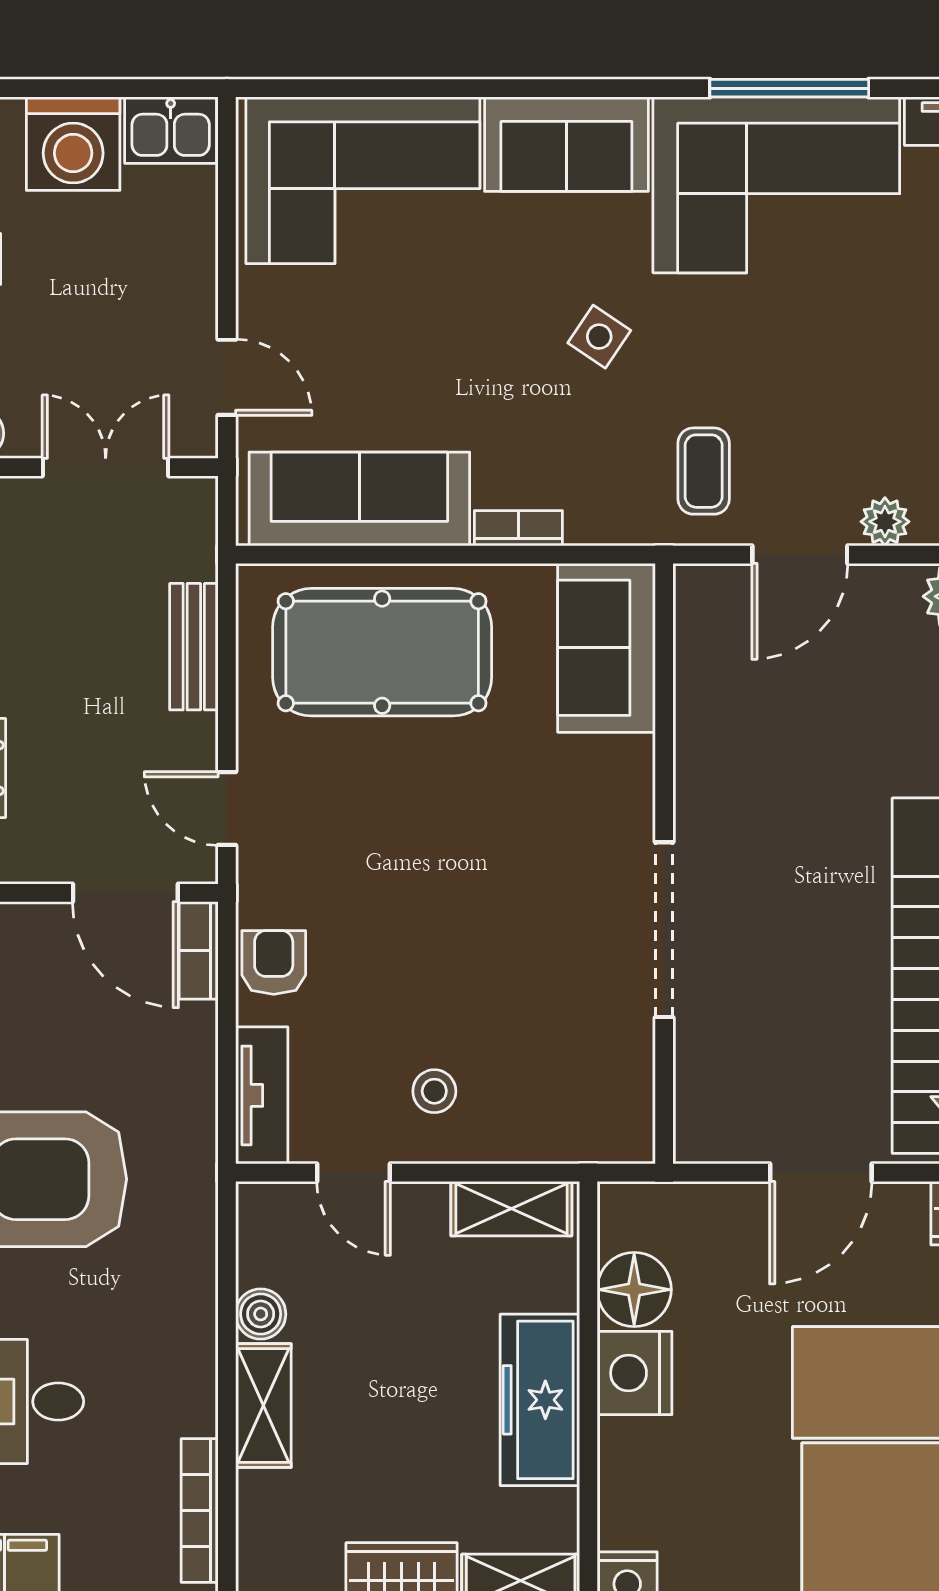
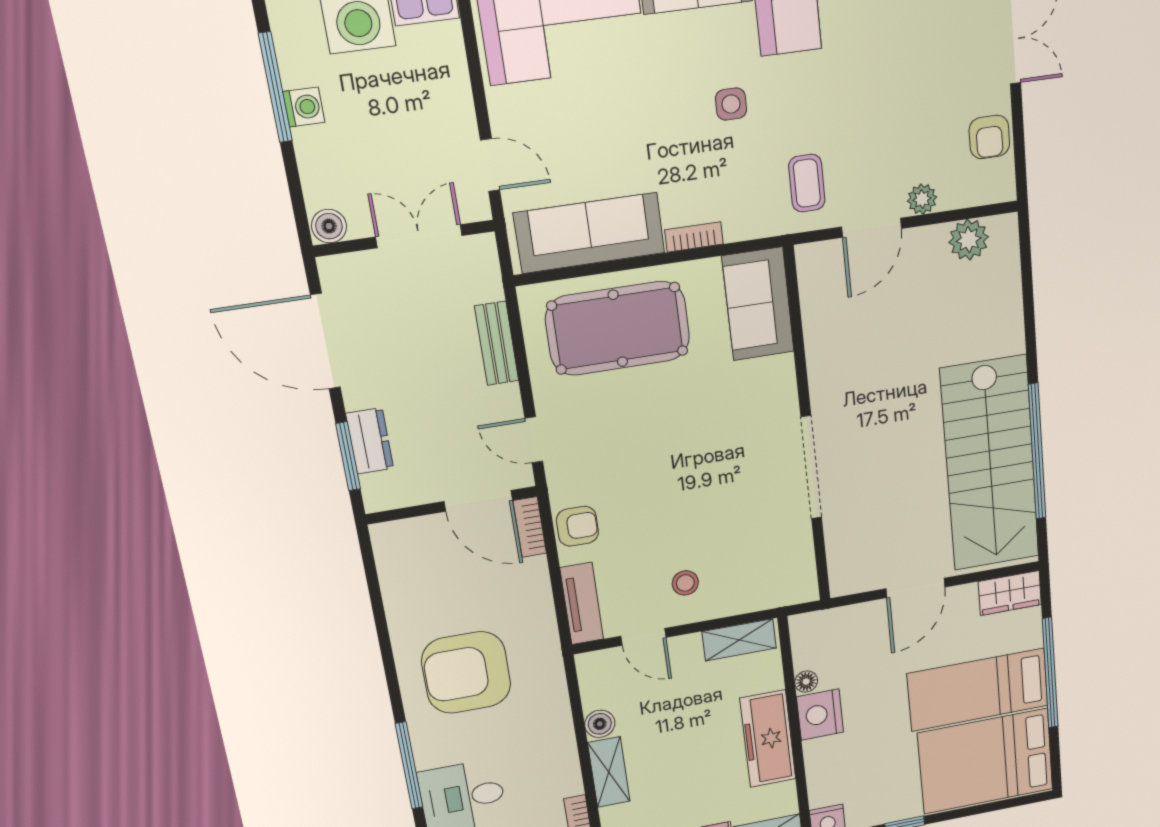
side table: (599, 337) -> (731, 104), turned -34
armchair: (274, 962) -> (577, 526), turned 90
floor lamp: (634, 1290) -> (806, 682), width x0.53, depth x0.53

